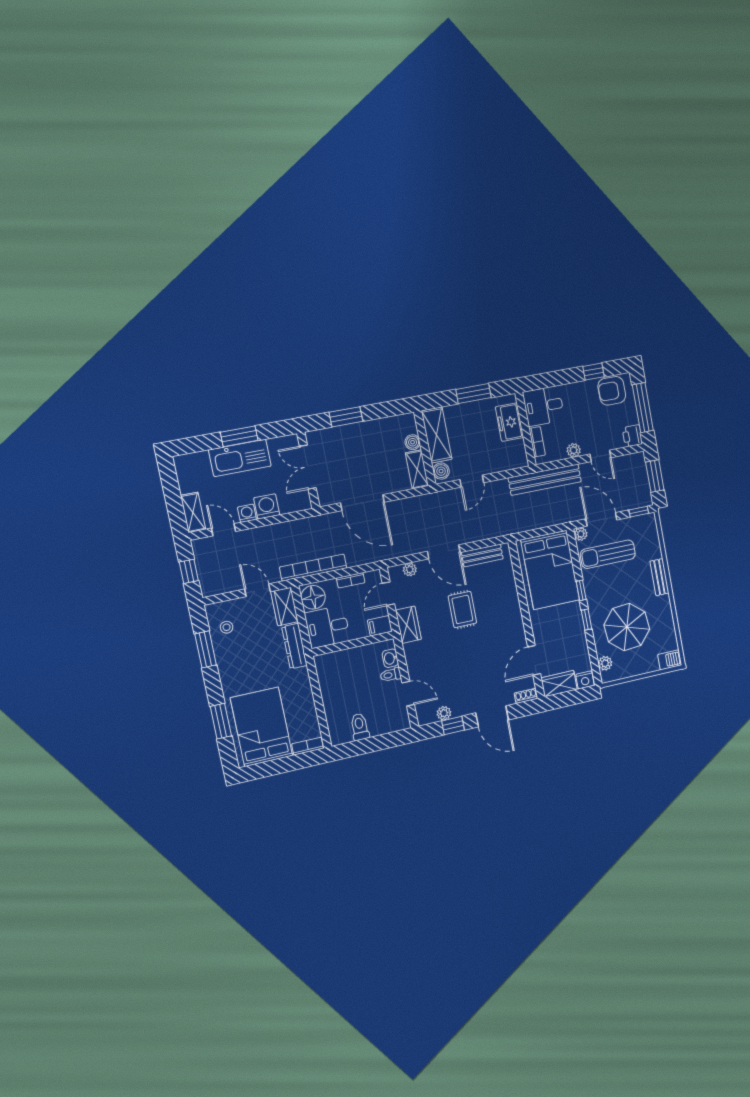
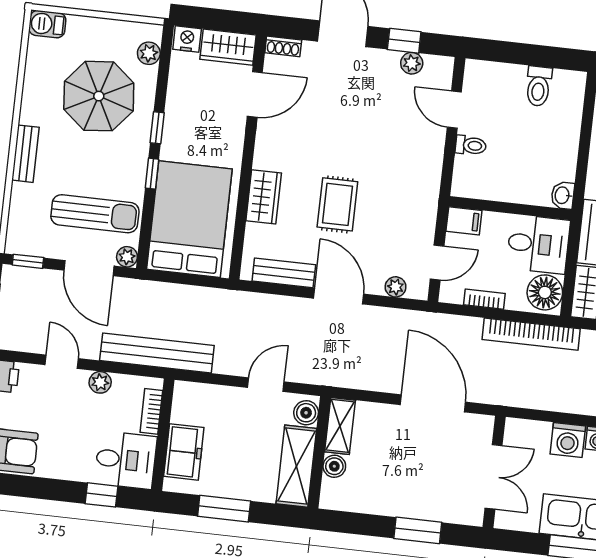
window: (594, 372) -> (101, 495), moved
wardrobe: (408, 625) -> (264, 197), moved, turned 180
washbasin: (390, 658) -> (563, 195), moved, turned 180

